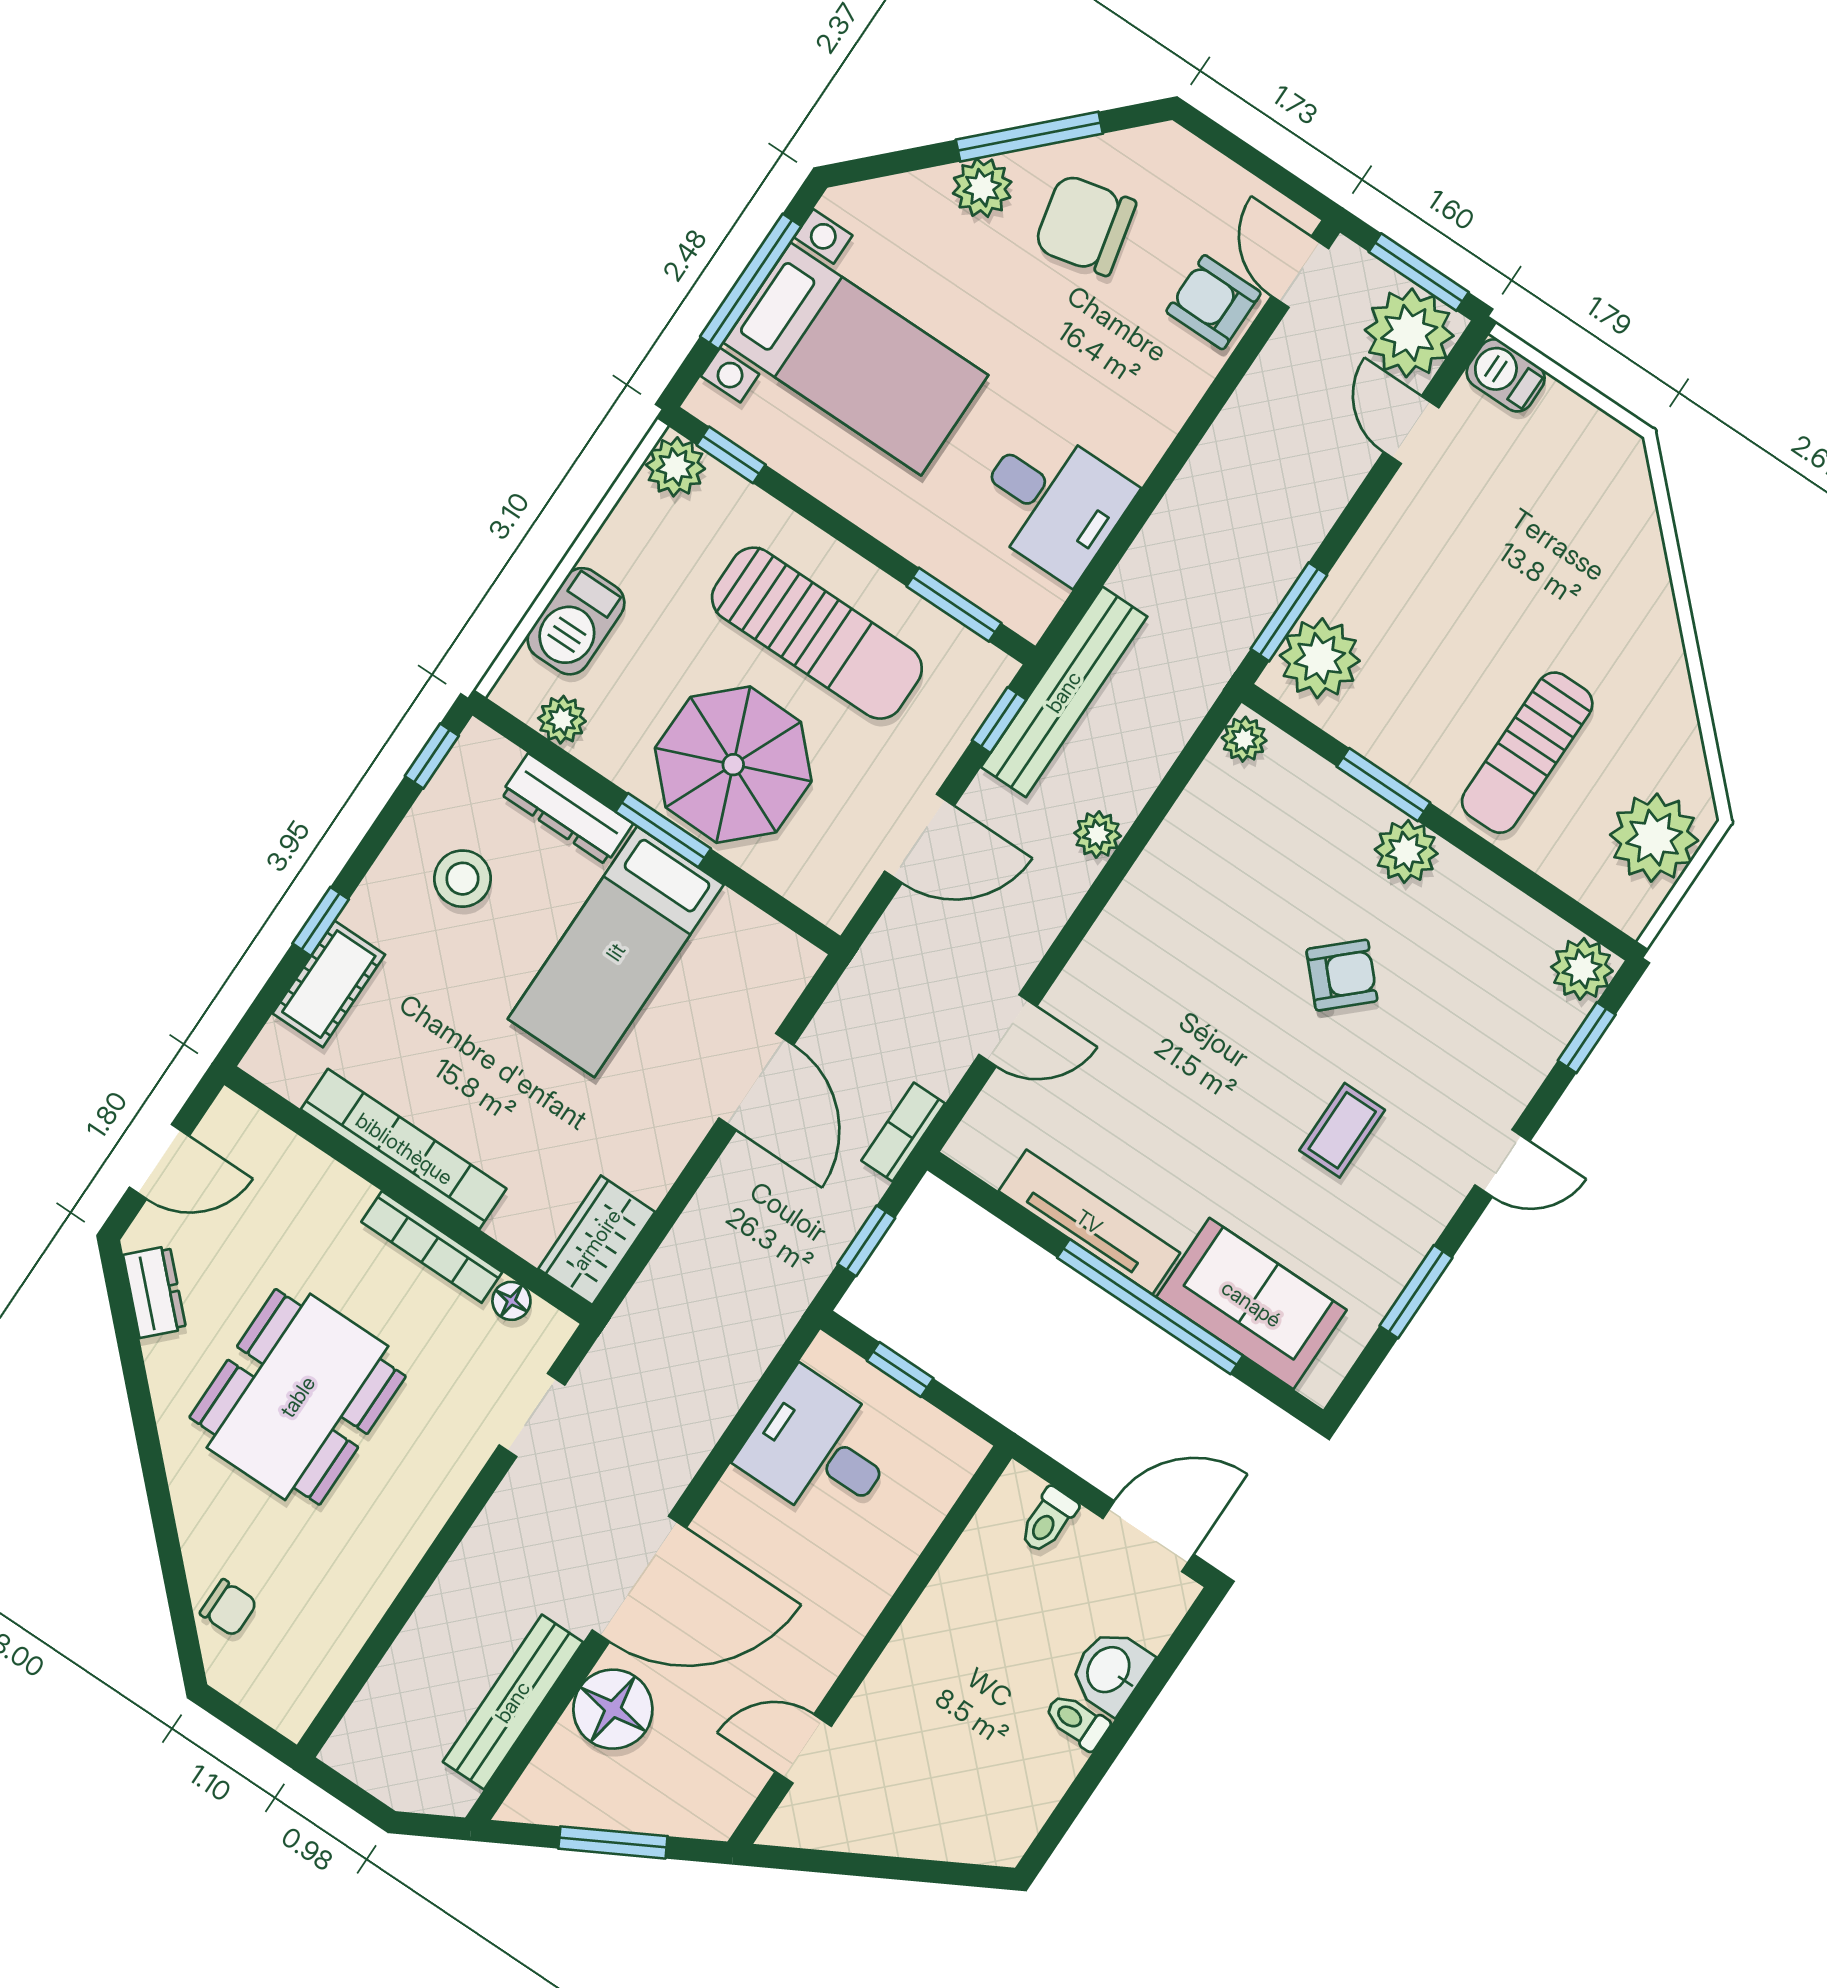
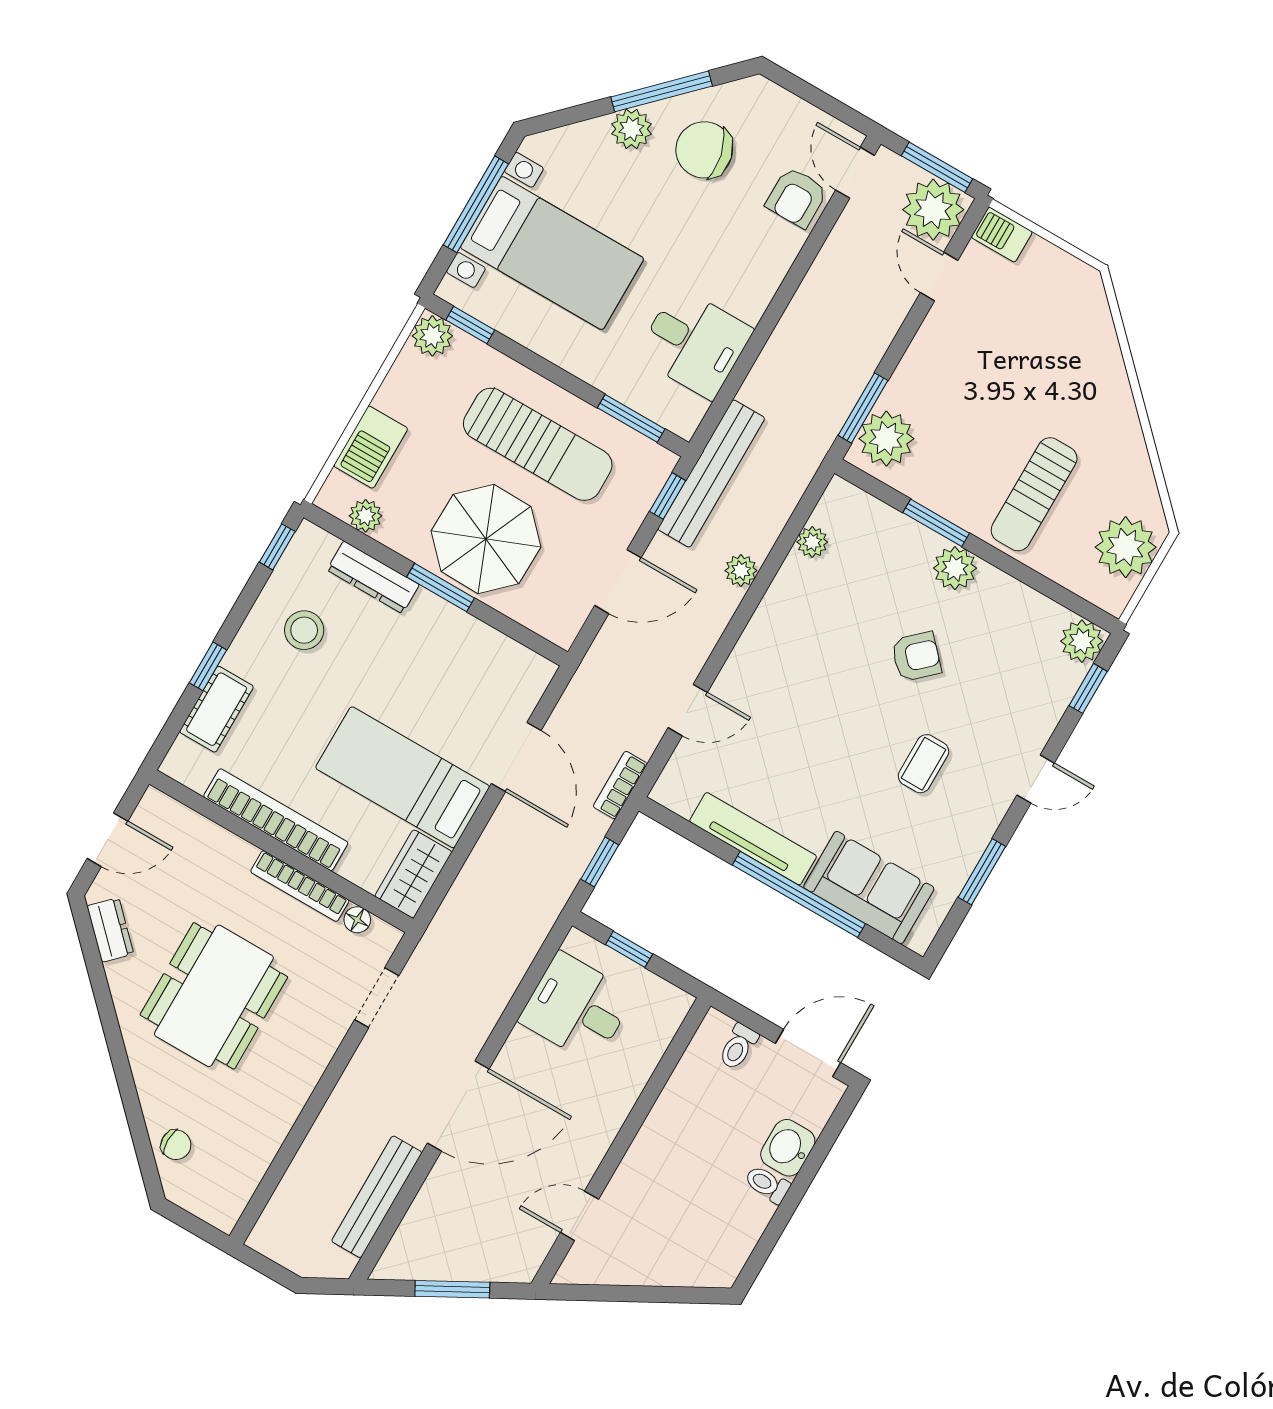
armchair: (1213, 302) -> (797, 197), turned -90
plant: (1244, 739) -> (812, 542), moved
bed: (616, 952) -> (403, 777), moved, turned 90
floor lamp: (613, 1709) -> (446, 1197), removed

